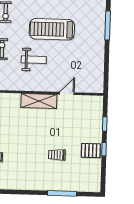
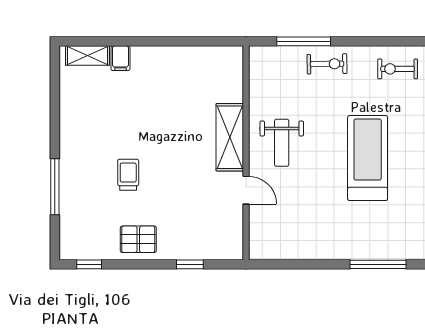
weight bench: (34, 60) -> (282, 143), moved
window: (104, 149) -> (89, 264), moved
pallet: (91, 151) -> (138, 239), turned 90

